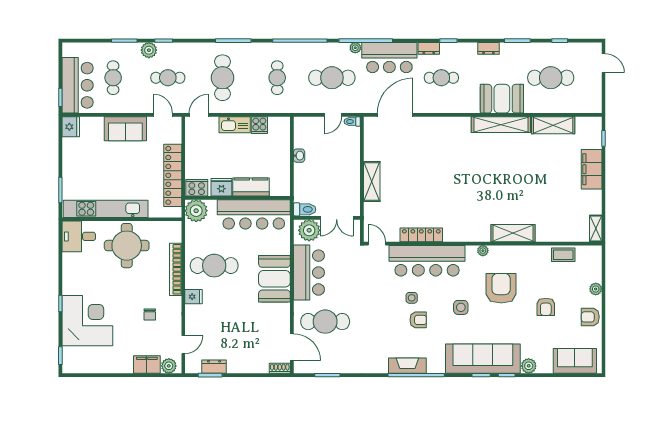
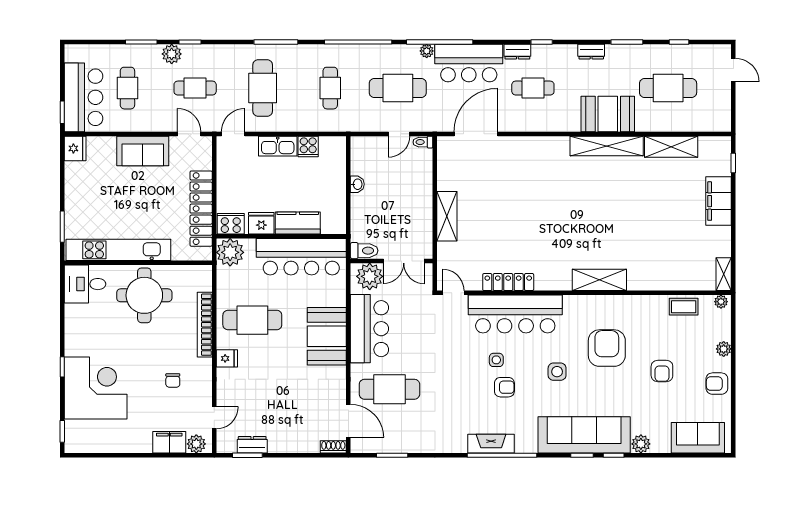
shelving: (513, 233) -> (599, 280), moved
plant: (483, 251) -> (721, 302), moved

